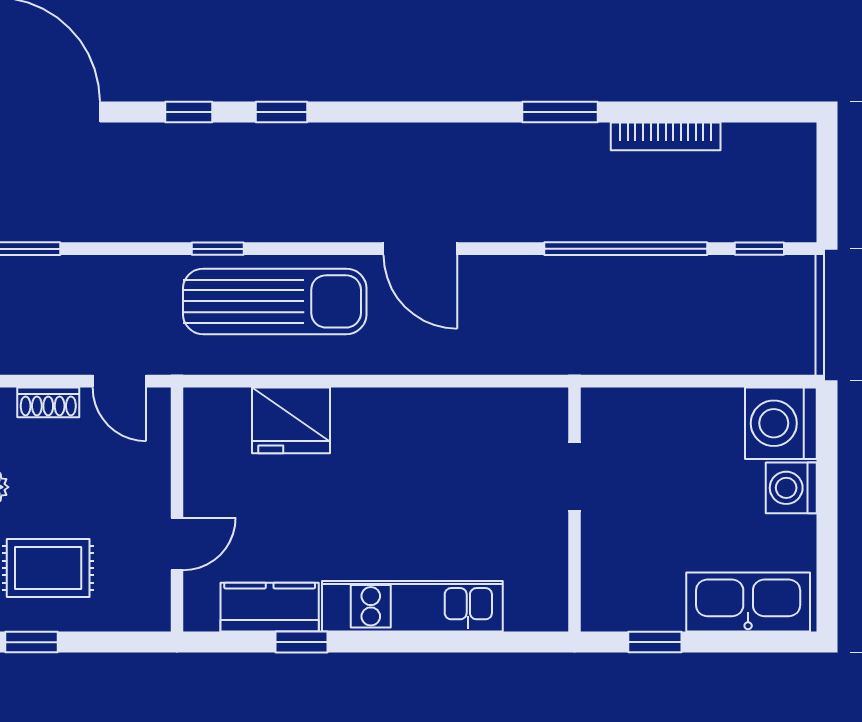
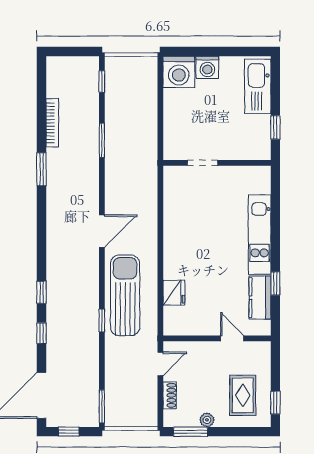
window: (626, 249) -> (102, 140), width x0.47
fridge: (291, 420) -> (174, 293), width x0.73, depth x0.75

